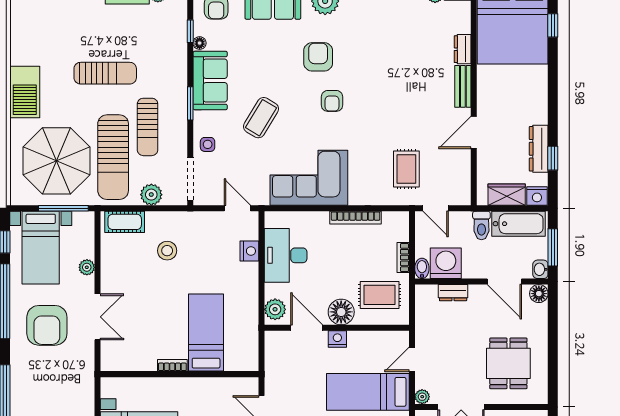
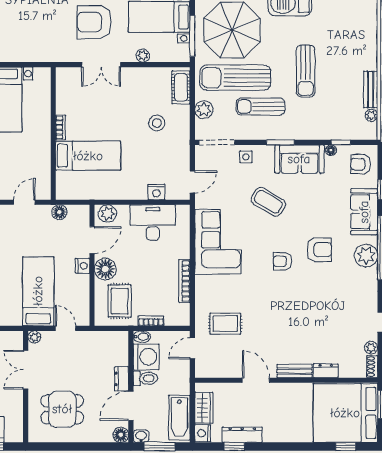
toilet: (481, 225) -> (145, 378), moved, turned 180
dresser: (453, 293) -> (122, 379), moved
floor lamp: (273, 367) -> (59, 212), added

